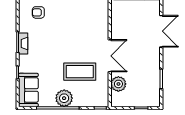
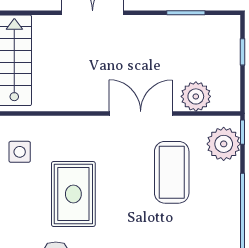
rug: (69, 21) -> (73, 194), added
plant: (64, 98) -> (224, 144), moved

